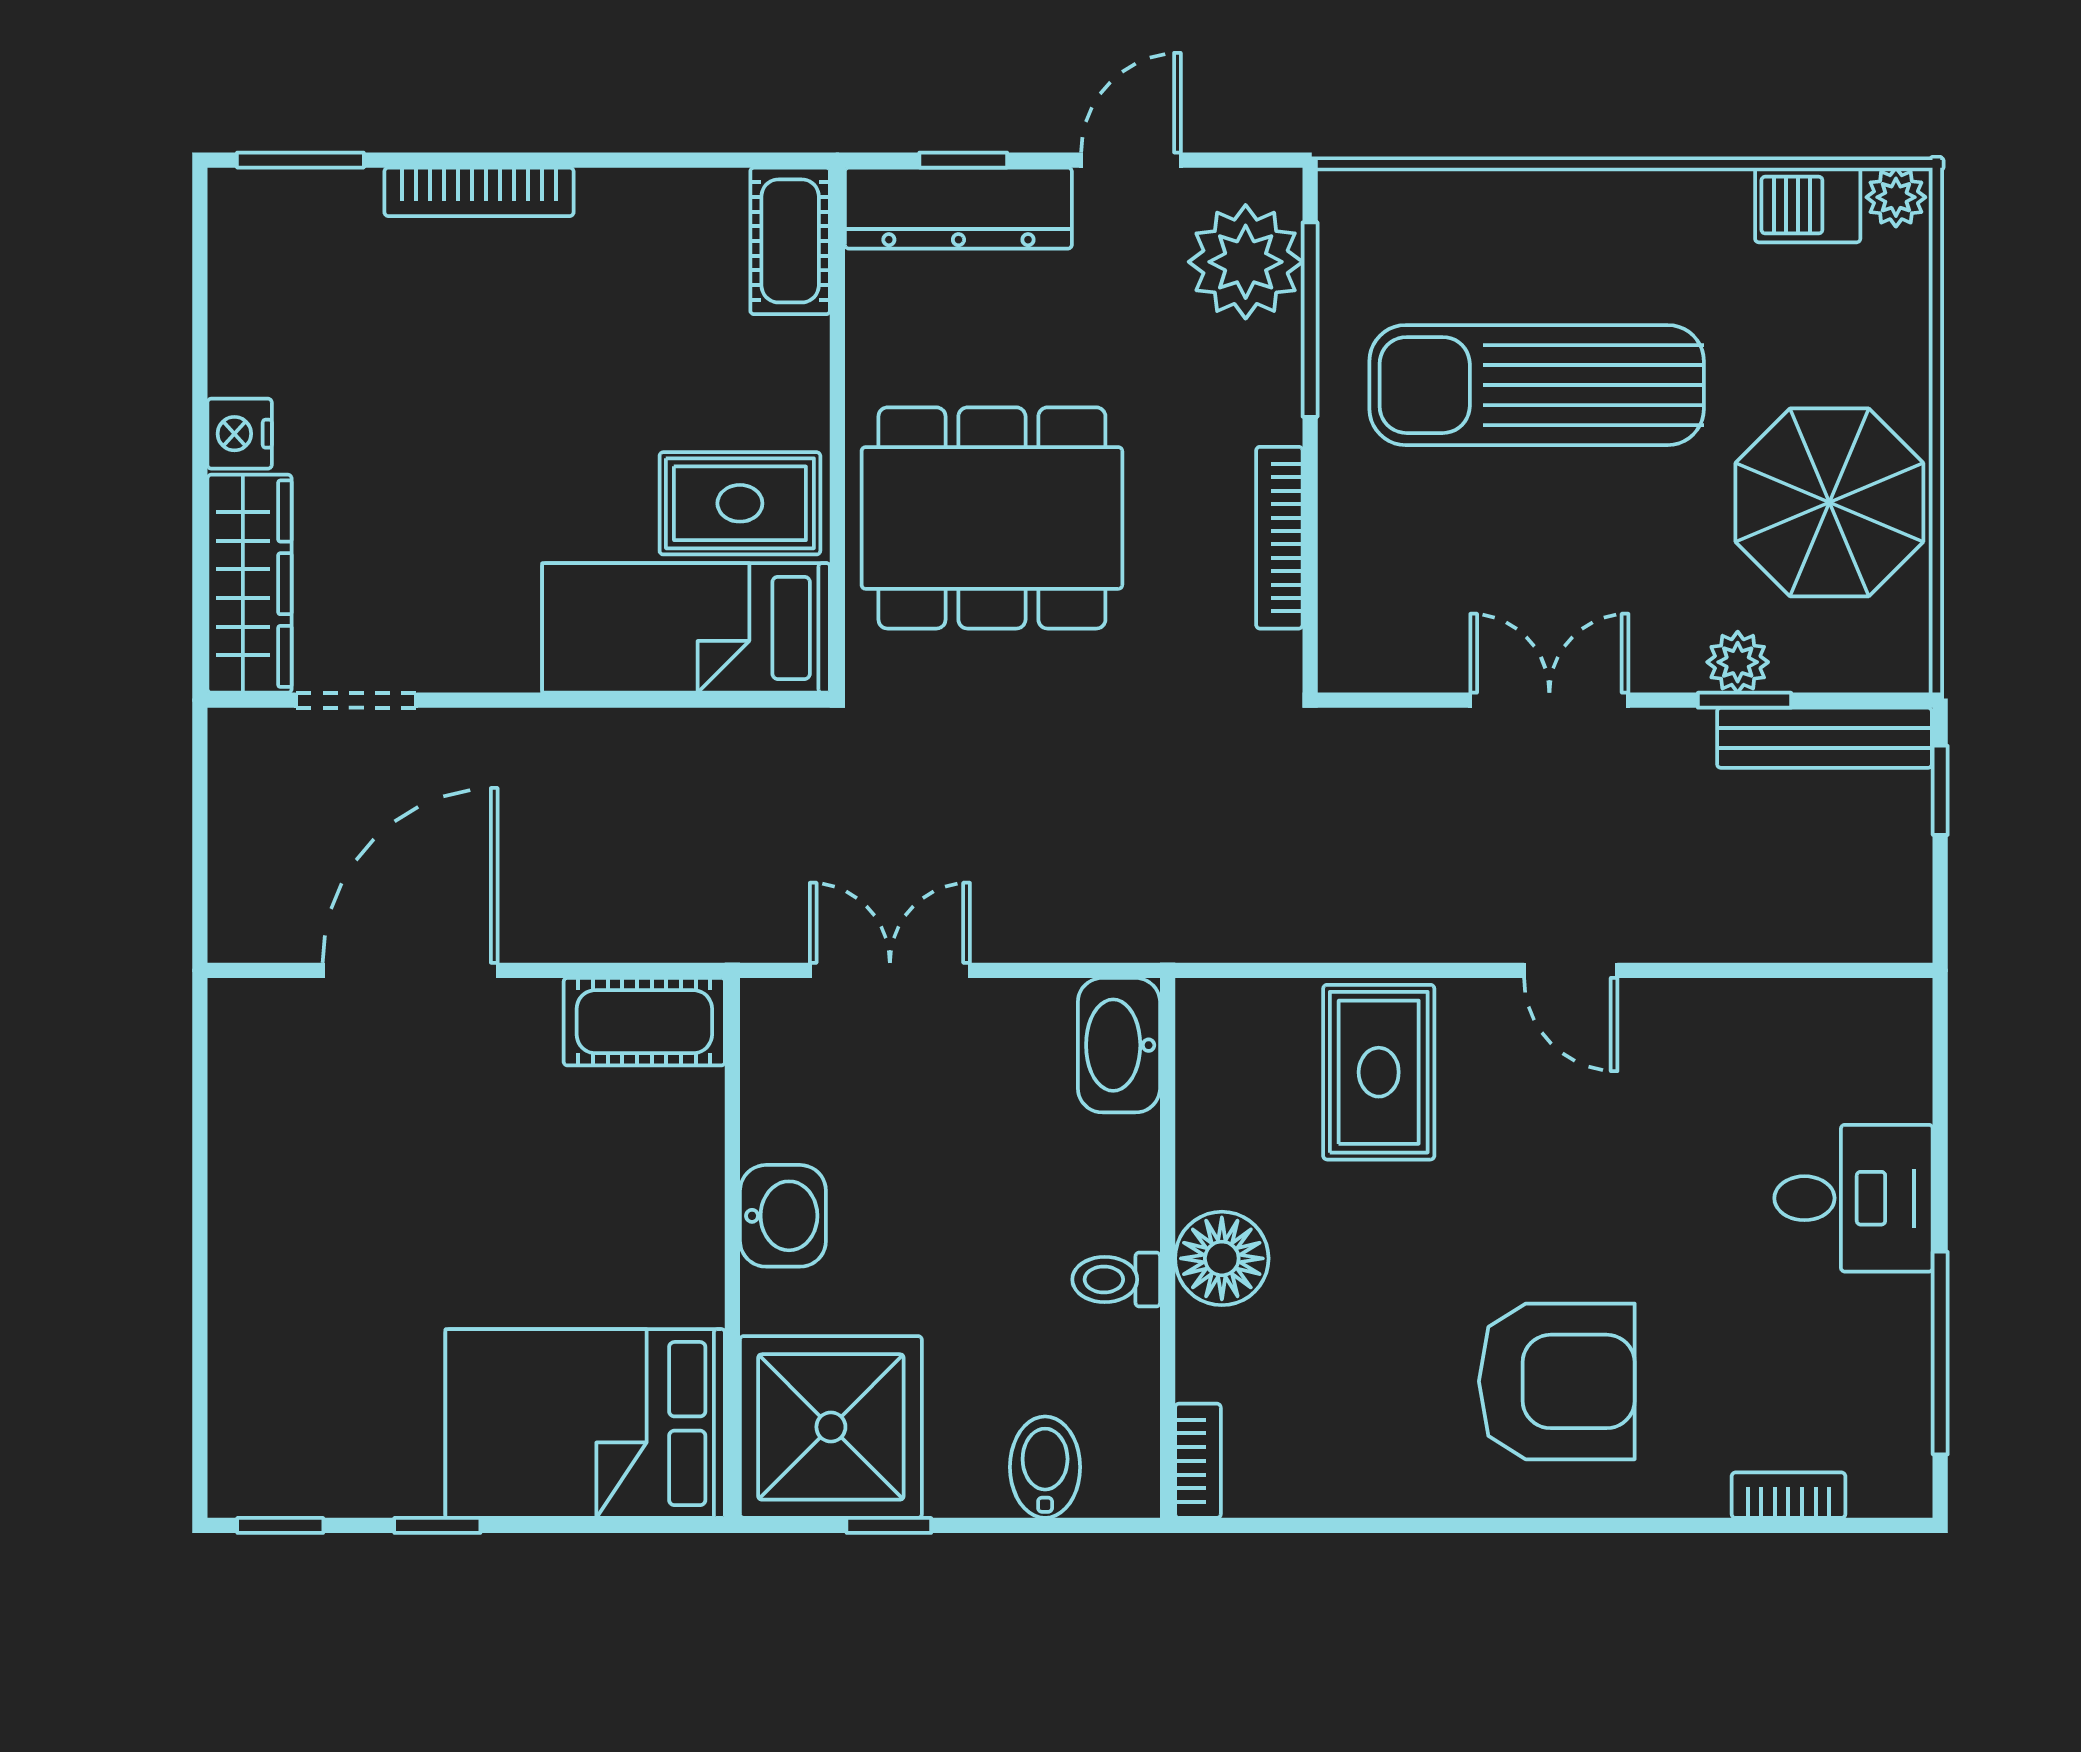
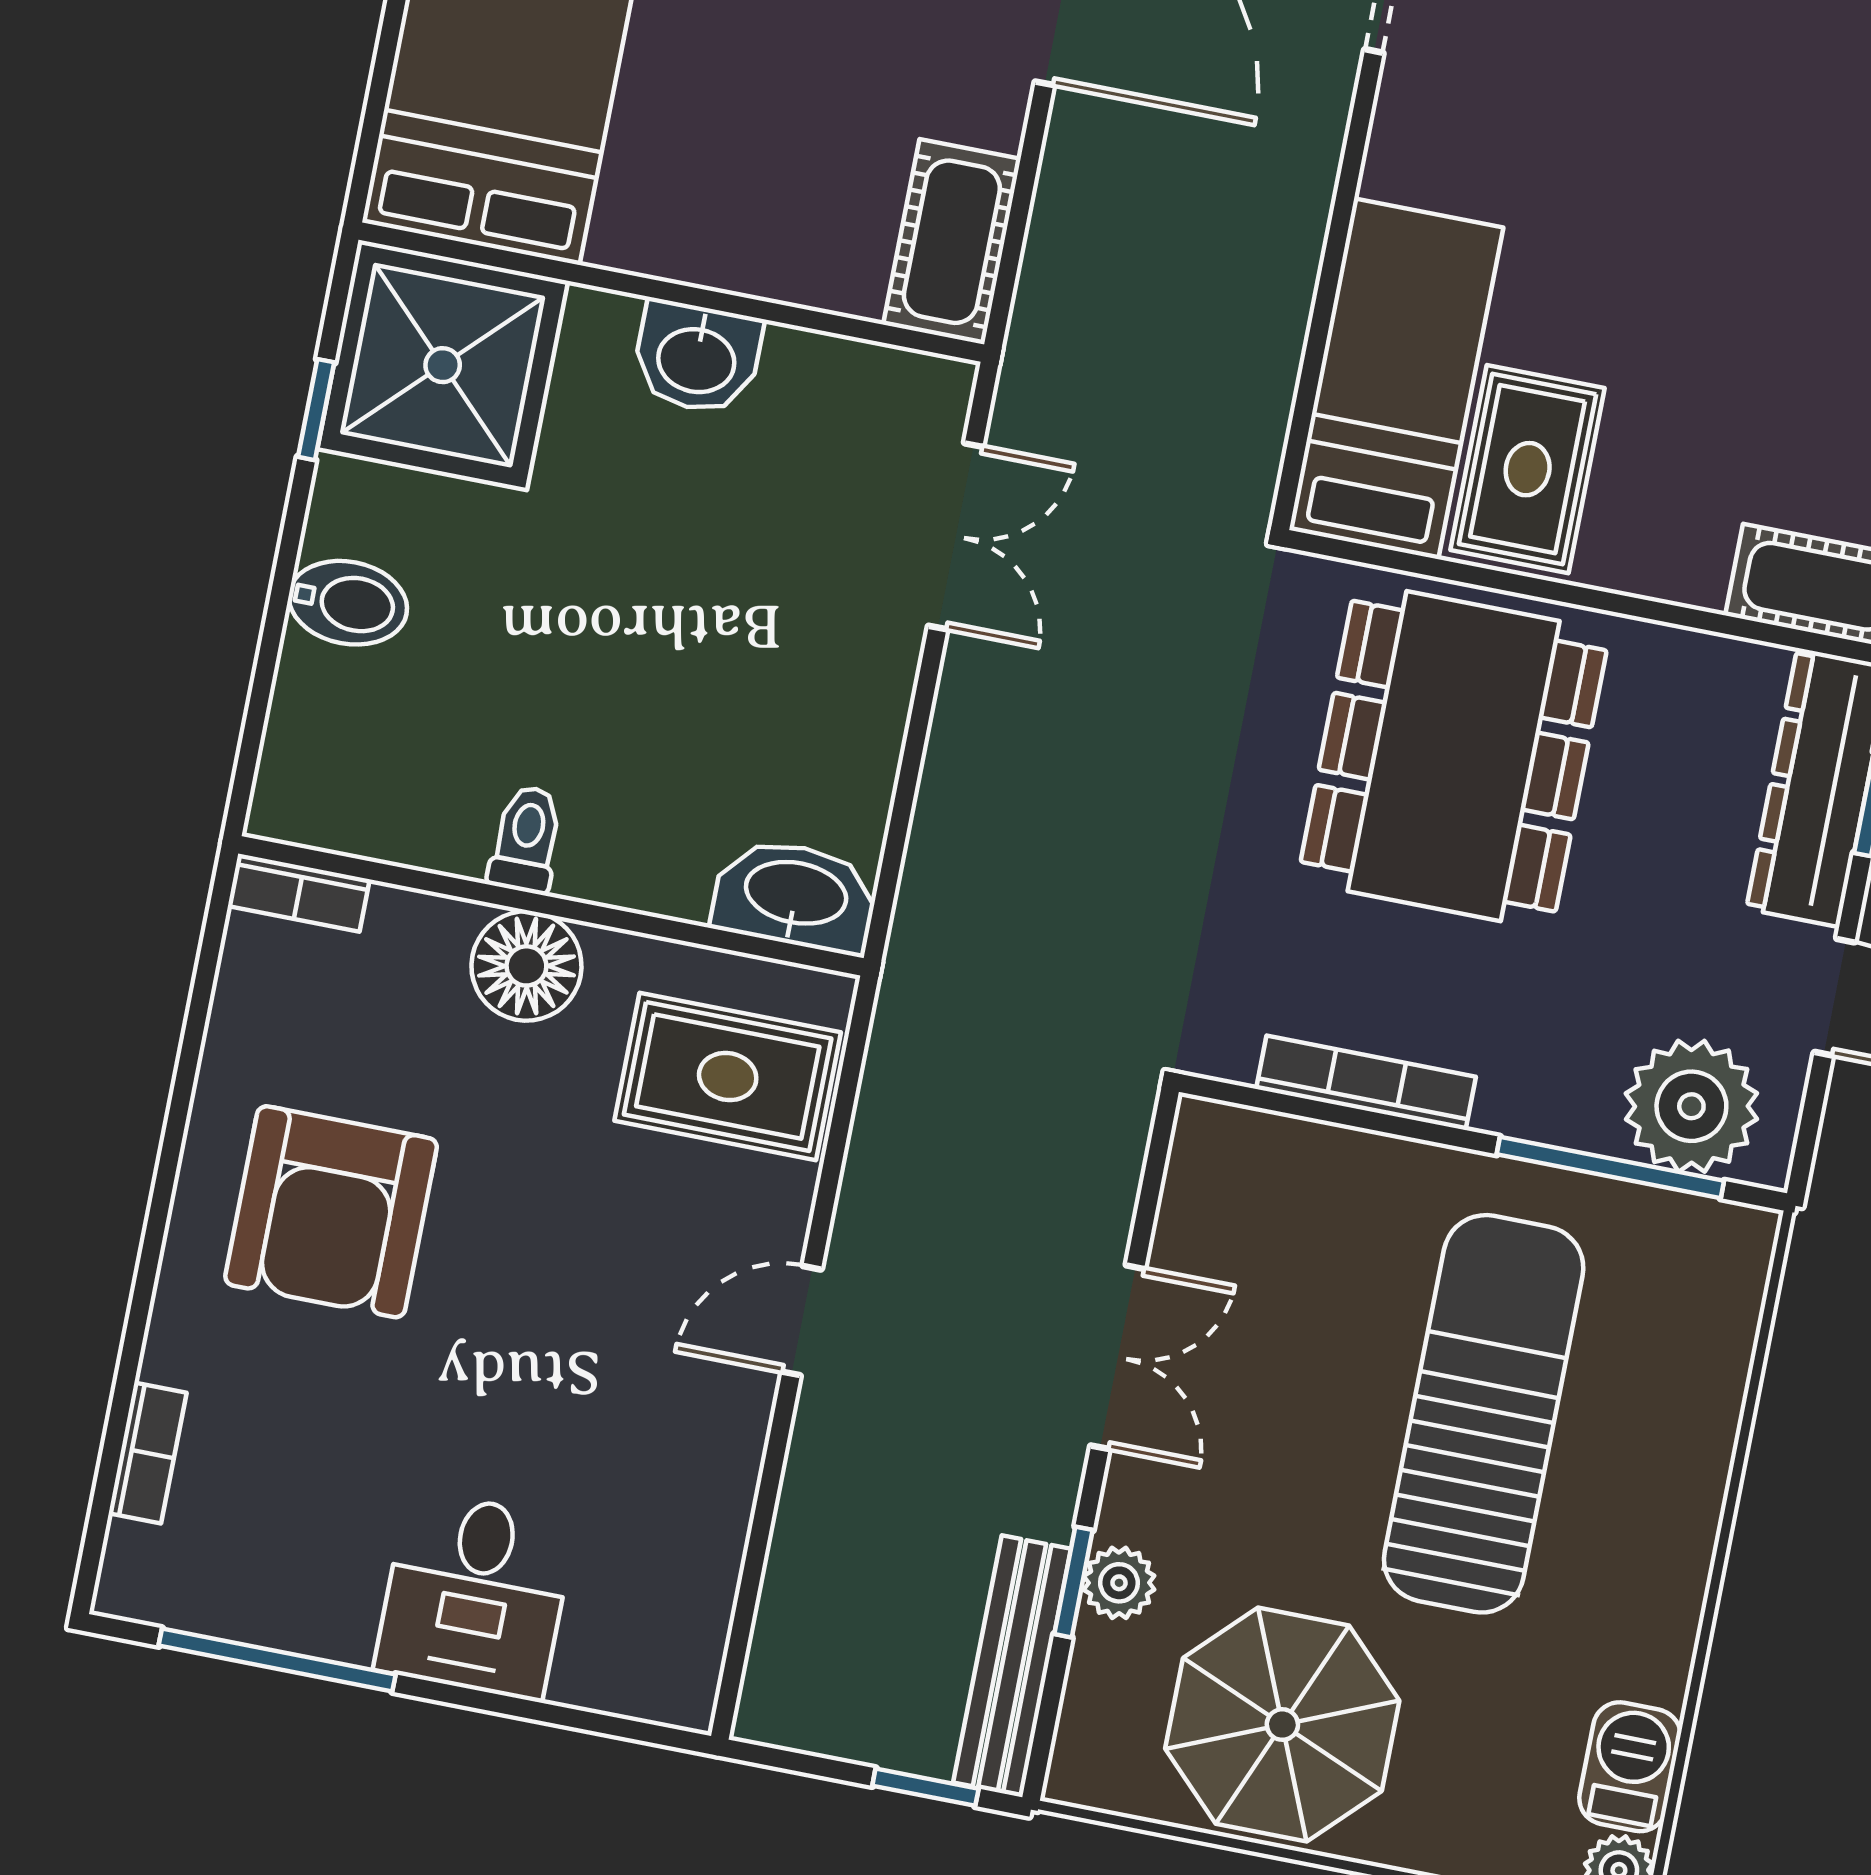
washbasin: (1119, 1045) -> (796, 896), moved
wall: (1168, 1248) -> (551, 906), moved
floor lamp: (1222, 1258) -> (526, 966), moved
toilet: (1116, 1279) -> (526, 839), moved
bookcase: (1198, 1461) -> (299, 893), moved

